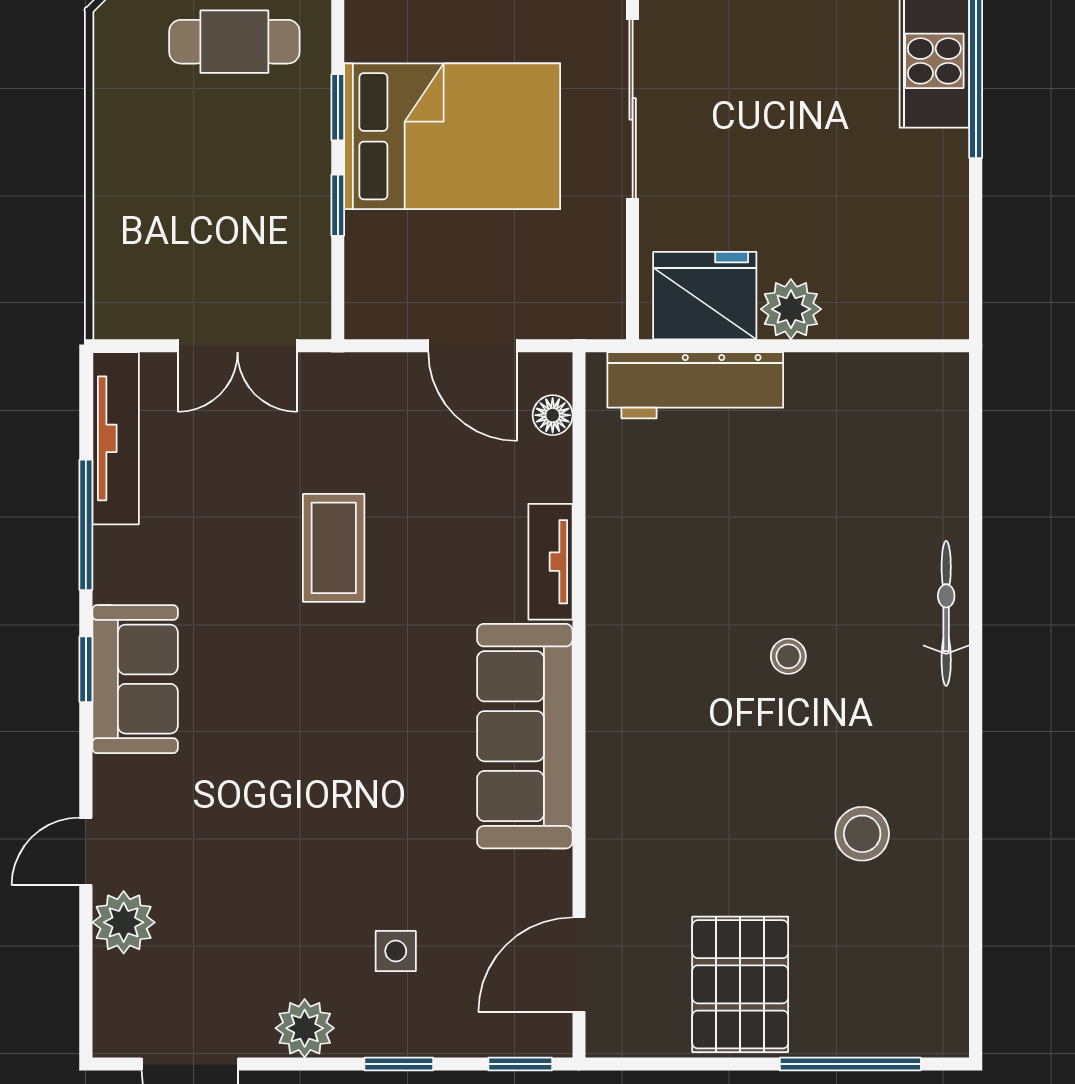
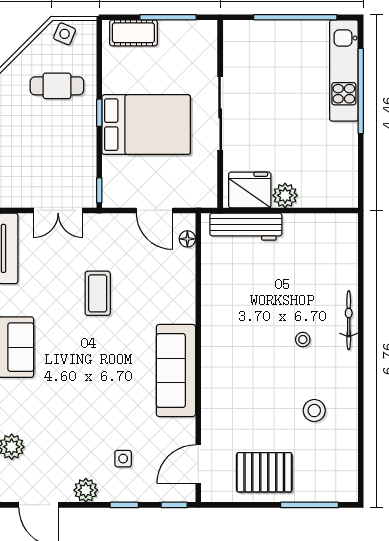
window: (338, 205) -> (99, 190), moved
tv unit: (550, 562) -> (186, 299), removed
stool: (788, 656) -> (303, 340), moved
pallet: (740, 984) -> (264, 472), turned 90

